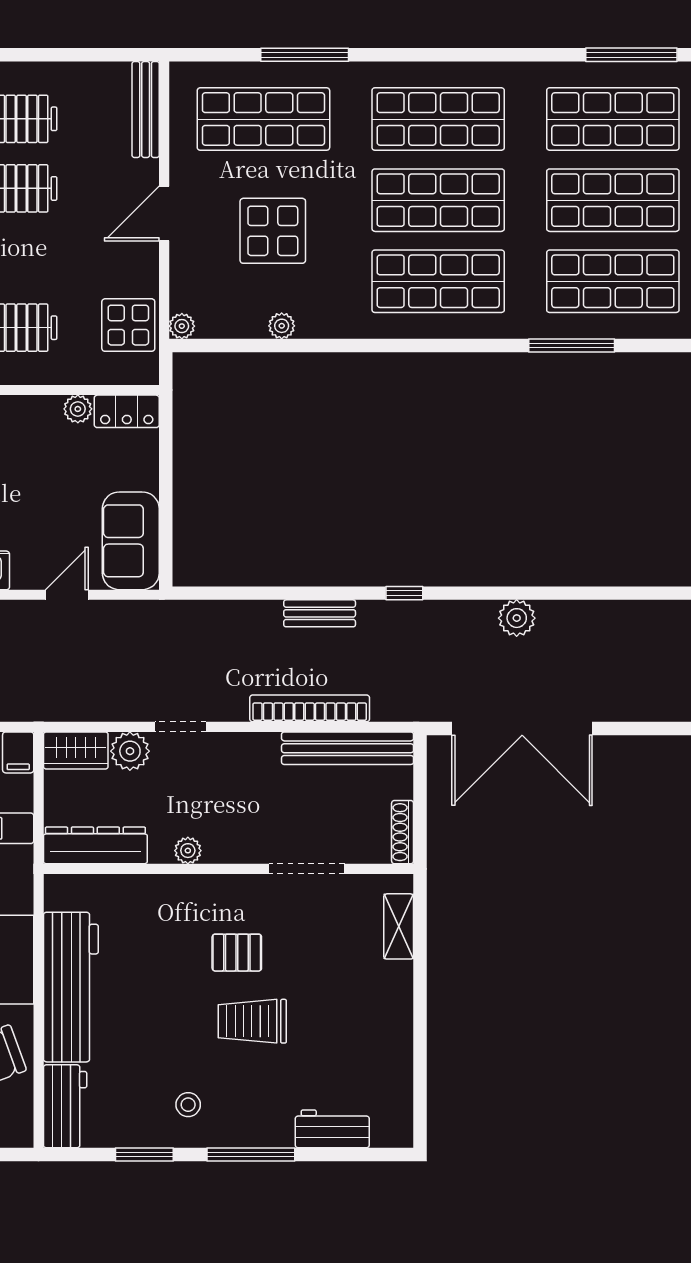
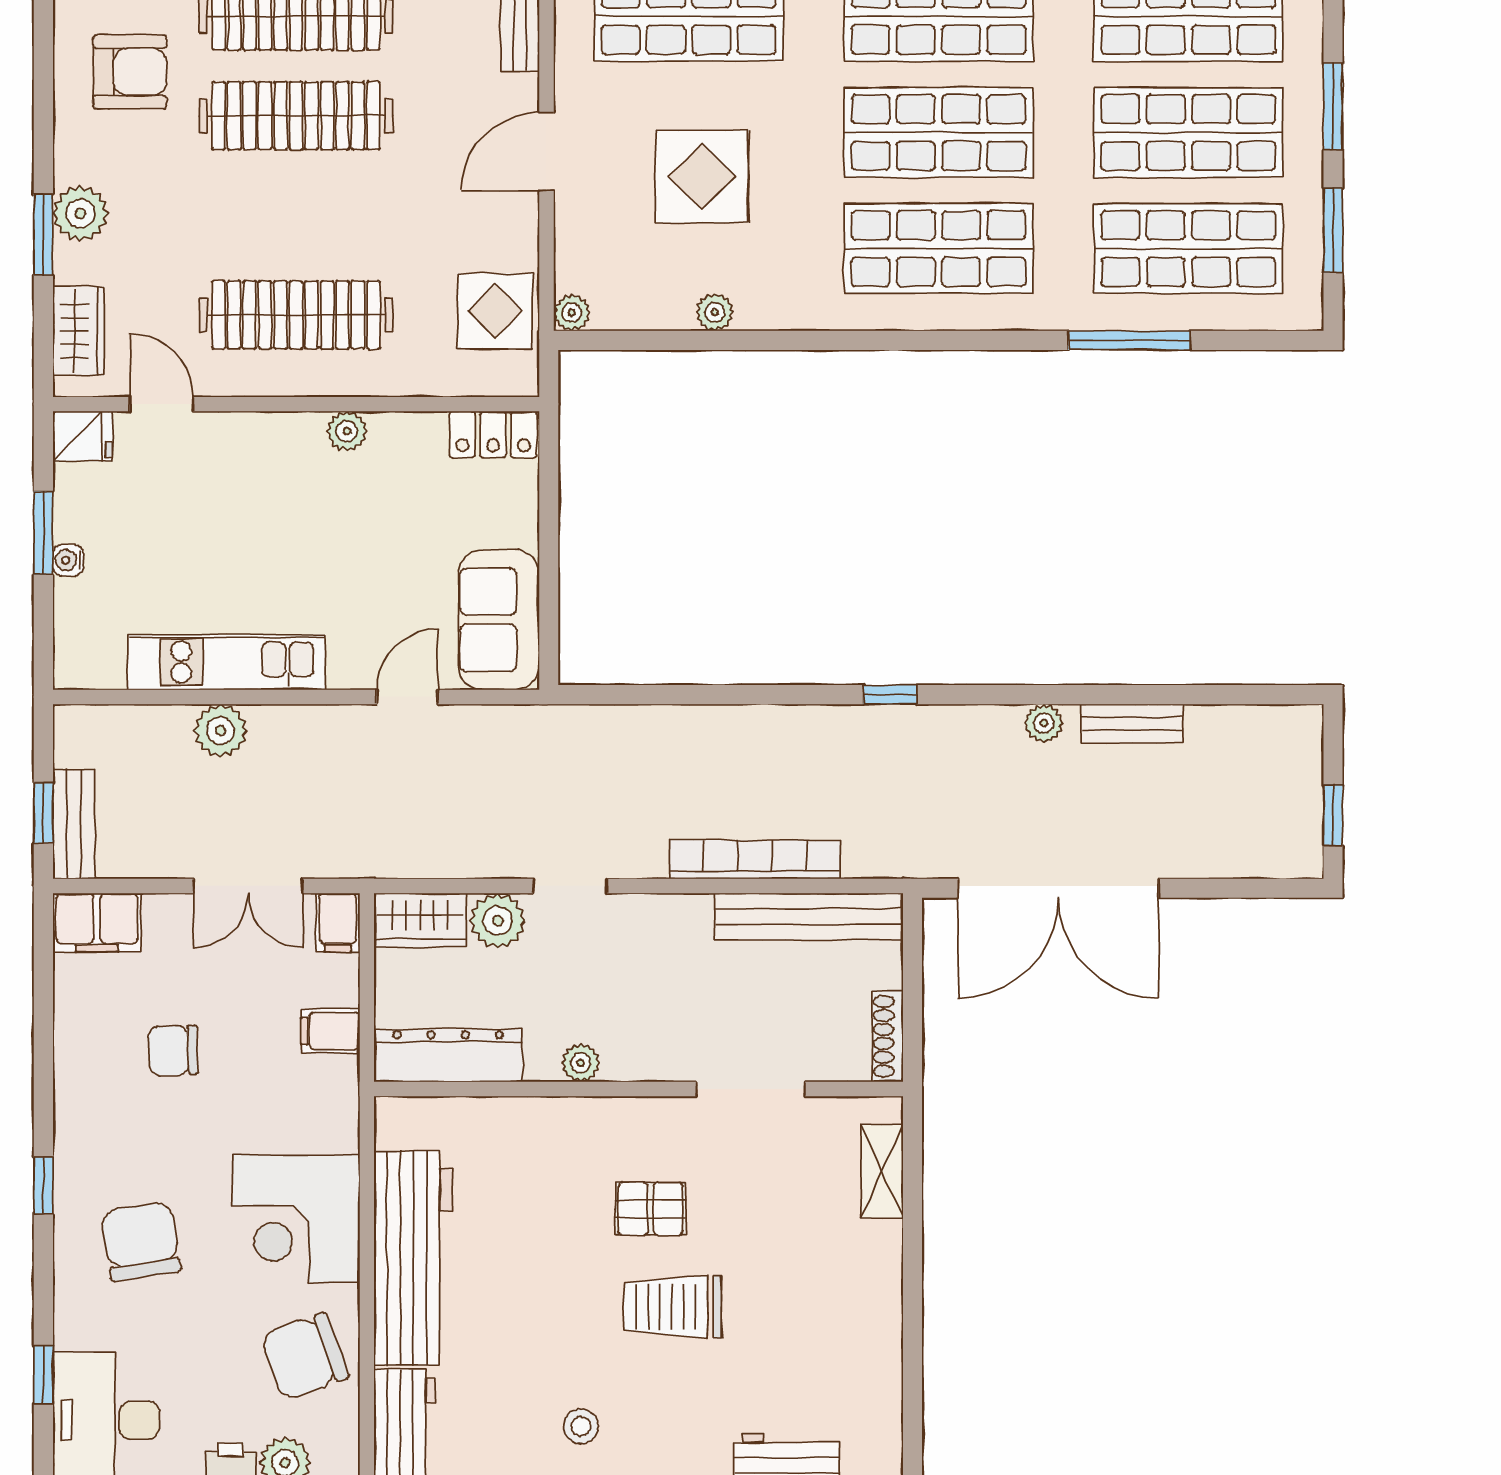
plant: (78, 409) -> (347, 431), moved
bench: (320, 613) -> (1132, 724), moved
plant: (517, 618) -> (1044, 723), width x0.73, depth x0.73

